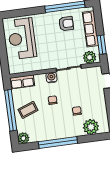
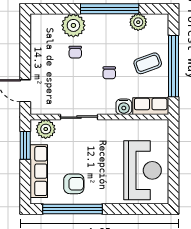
armchair: (66, 24) -> (74, 184), turned 180
water cooler: (51, 77) -> (124, 107), moved
plant: (91, 127) -> (73, 25), moved
plant: (23, 138) -> (138, 22), moved

